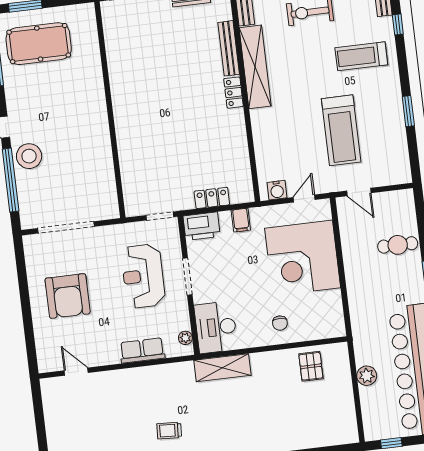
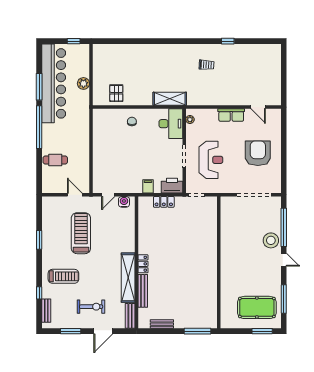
corner desk: (303, 258) -> (113, 159), removed
row of seats: (142, 350) -> (231, 115), moved

